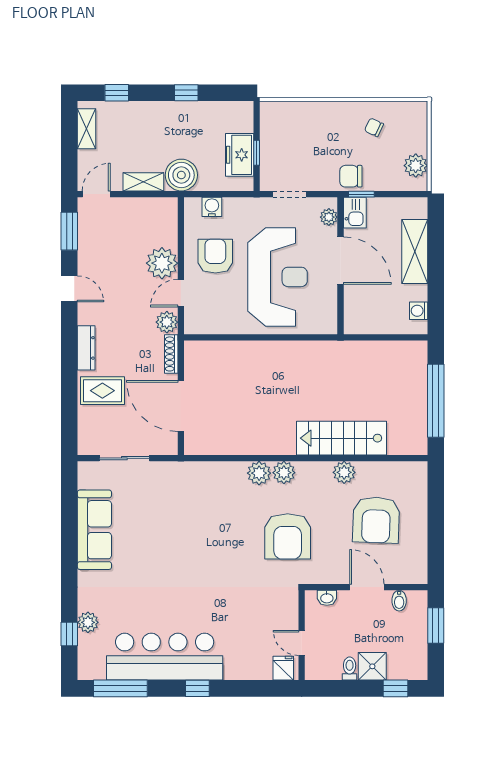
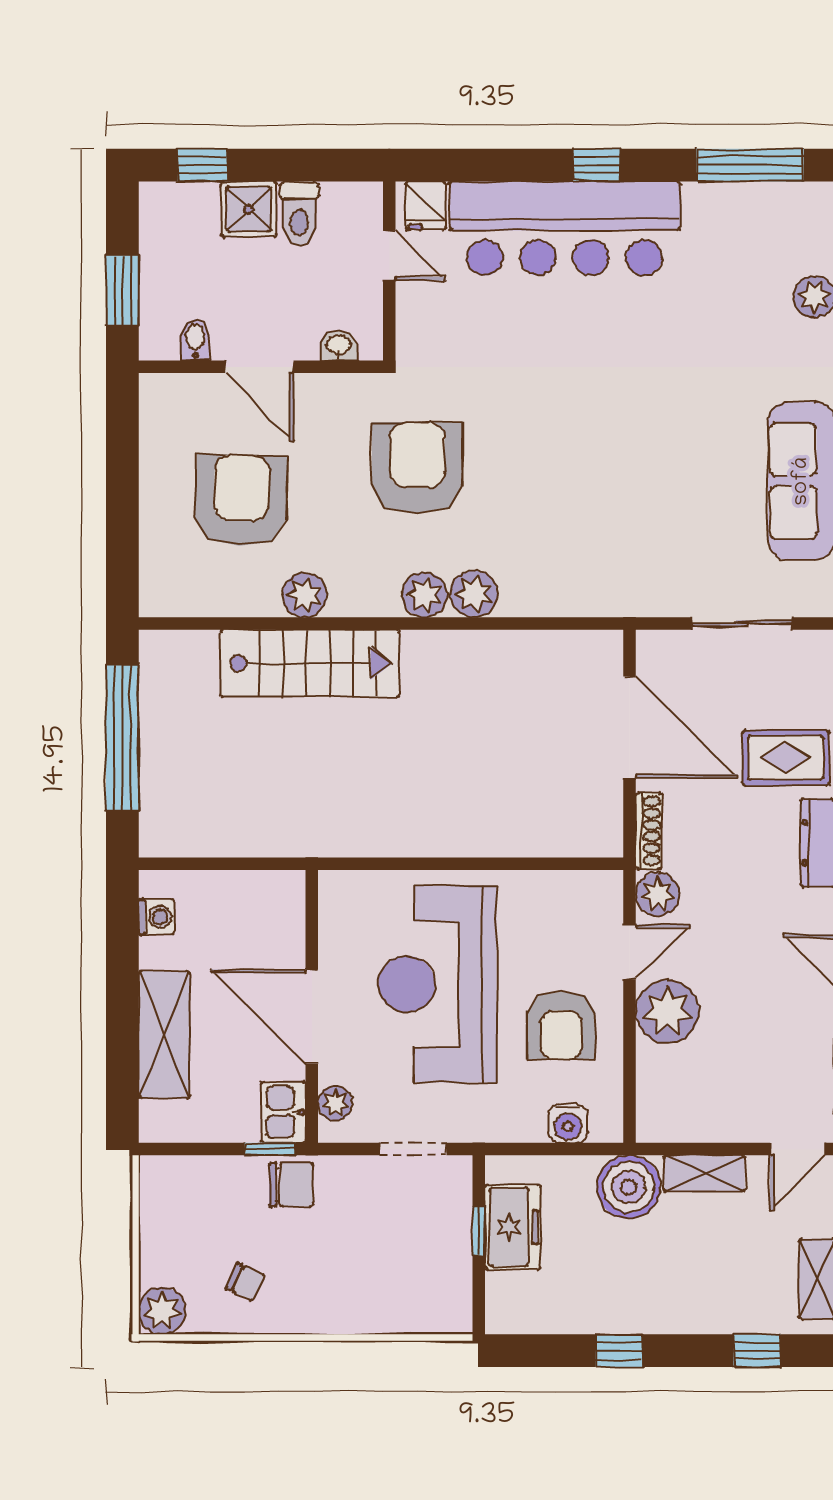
plant: (416, 166) -> (162, 1311), moved
bar counter: (165, 657) -> (565, 228), moved
toilet: (350, 669) -> (299, 214), width x1.37, depth x1.39

